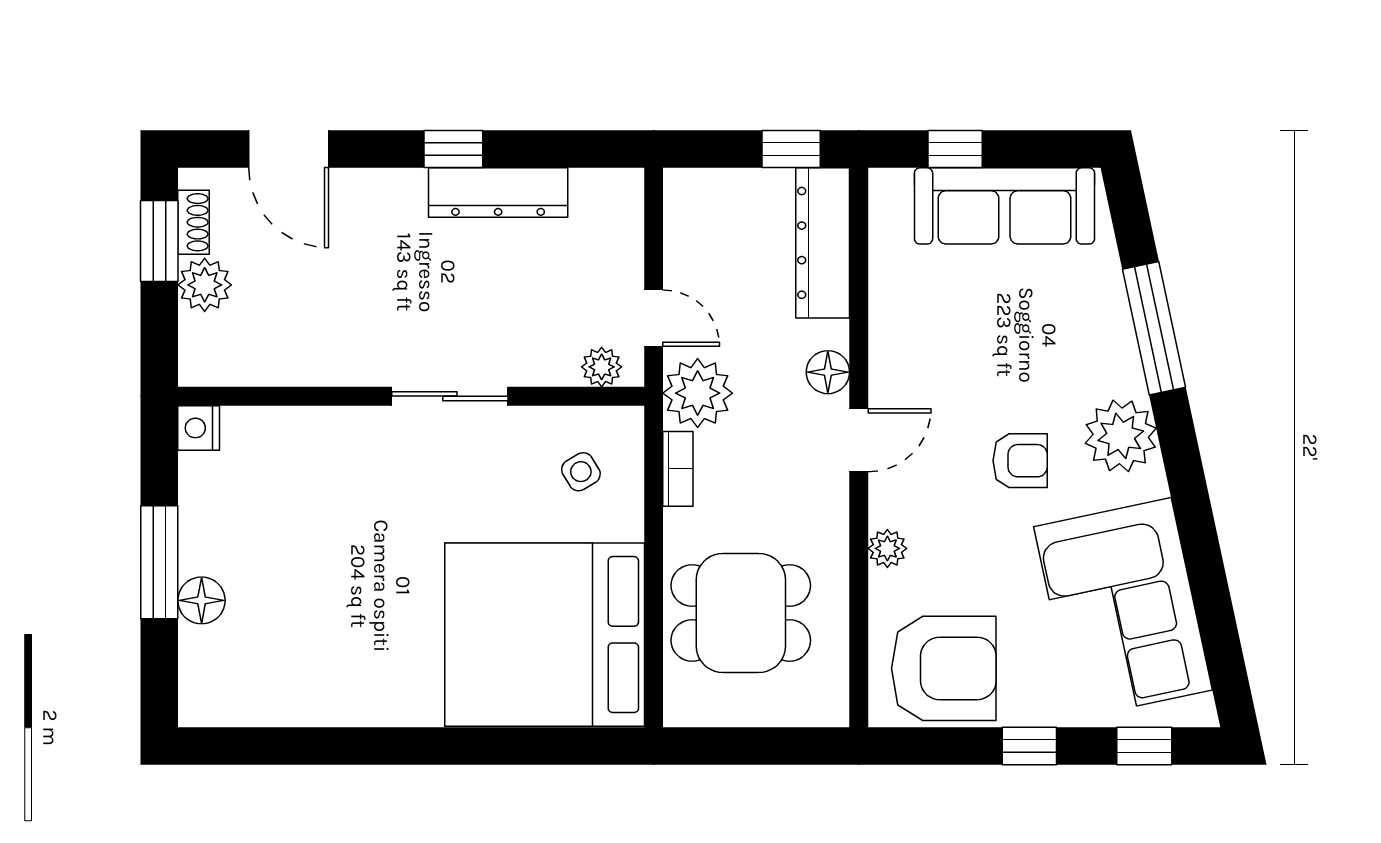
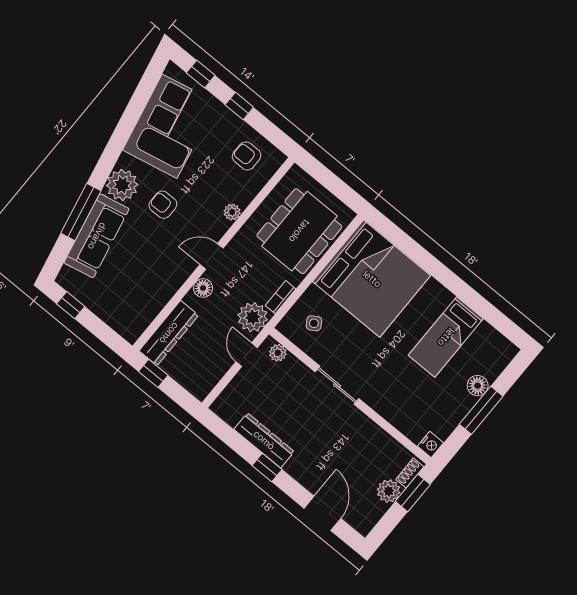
window: (955, 149) -> (71, 305), moved
sofa: (1004, 206) -> (97, 236), moved, turned 78
shoe rack: (194, 222) -> (410, 473), moved
window: (159, 241) -> (413, 493), moved
dining table: (741, 613) -> (299, 231), width x1.38
bed: (329, 640) -> (446, 337), added
armchair: (944, 668) -> (247, 156), width x0.53, depth x0.53

